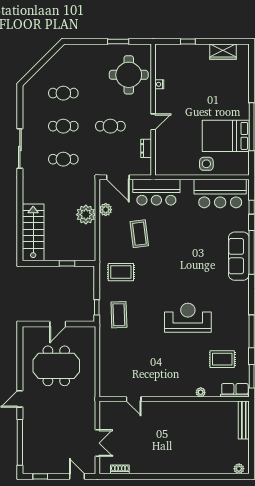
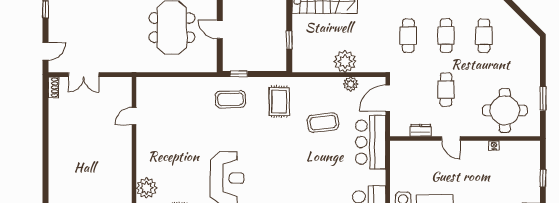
plant: (201, 392) -> (147, 188), width x1.87, depth x1.87
shoe rack: (120, 469) -> (54, 87), moved

